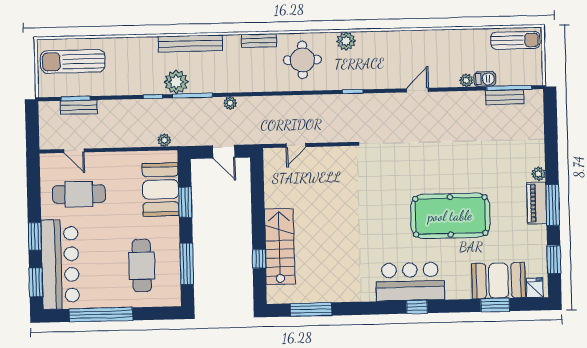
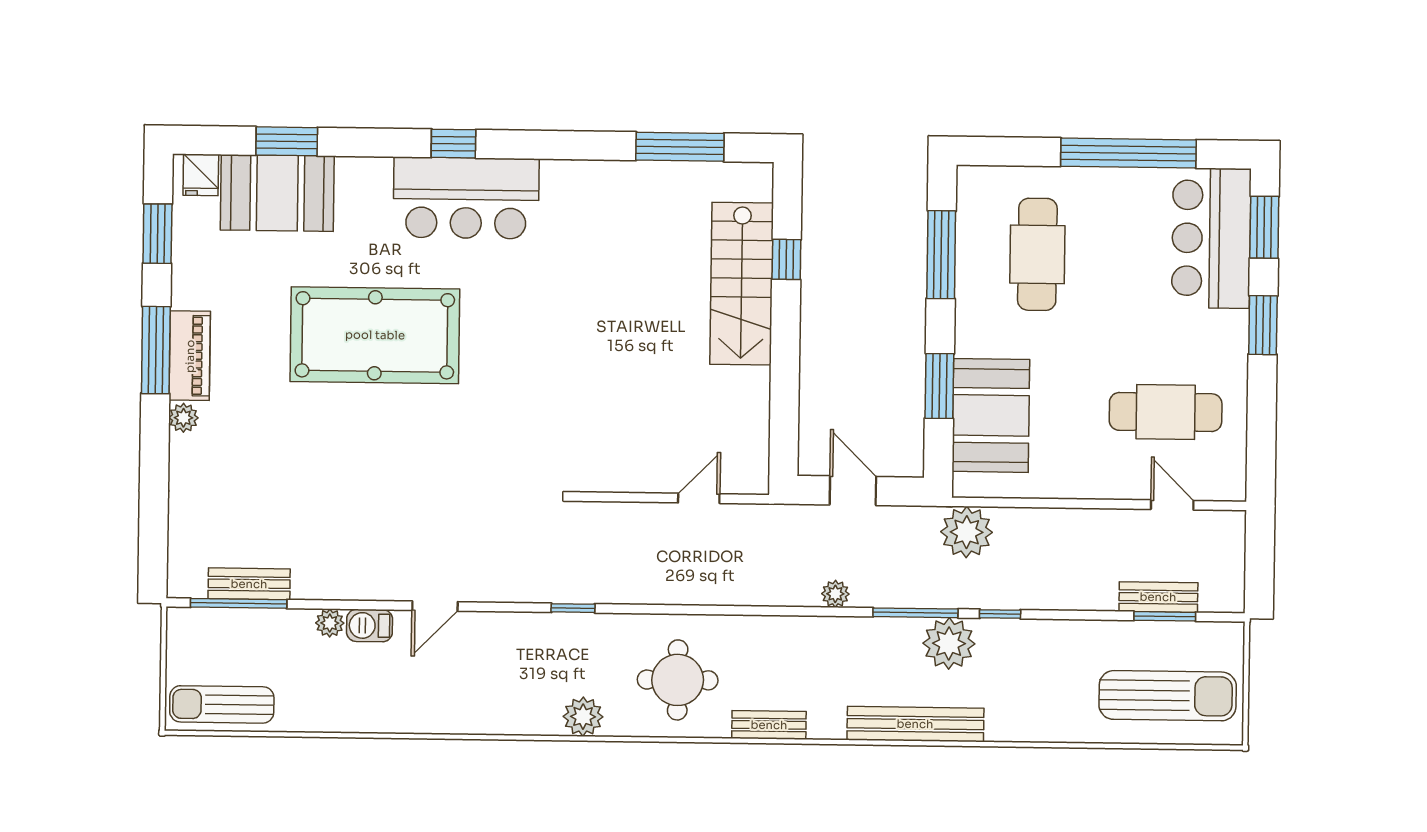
barbecue: (485, 79) -> (370, 626), moved
plant: (164, 140) -> (967, 532), width x1.87, depth x1.87
bar counter: (60, 264) -> (1211, 238), width x0.73

